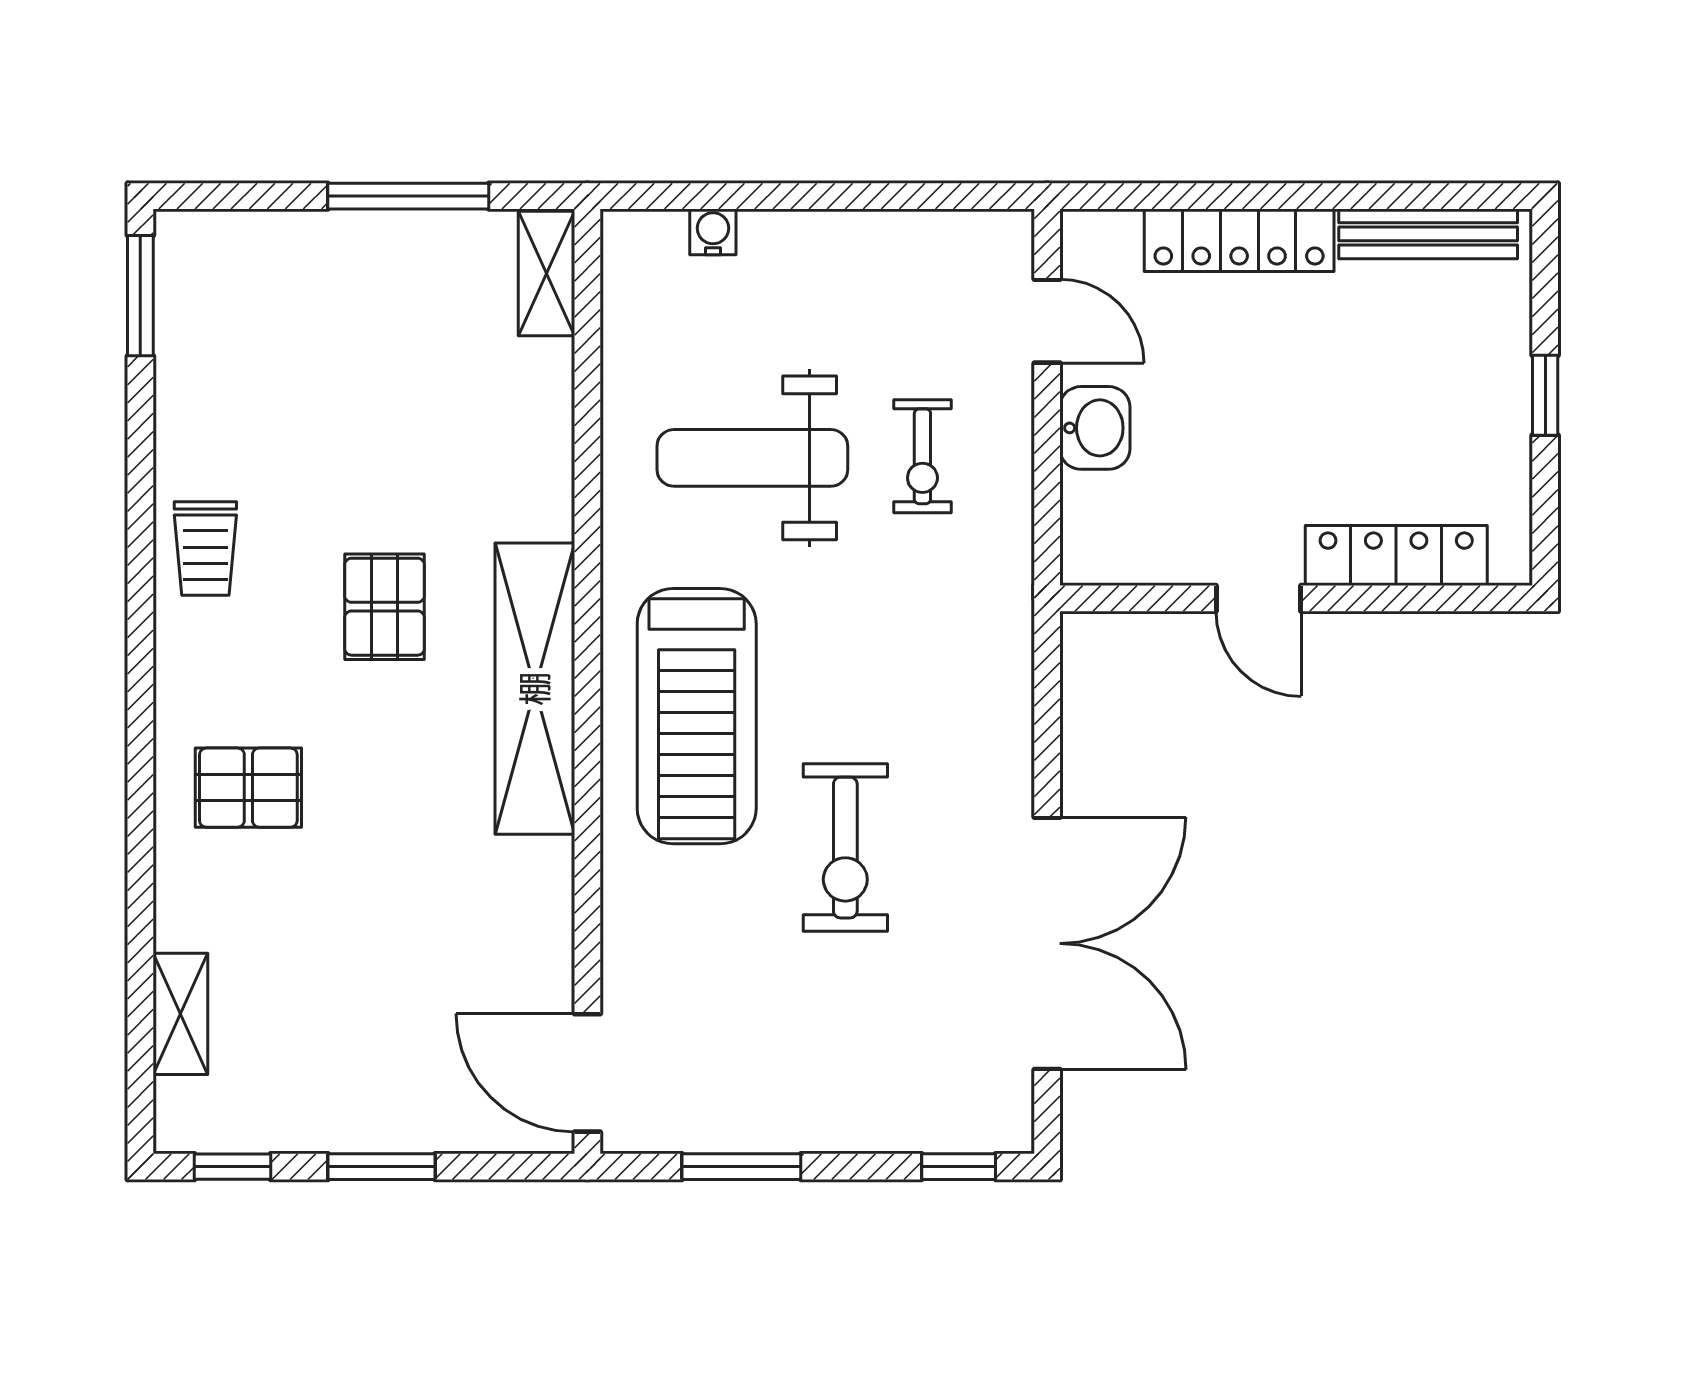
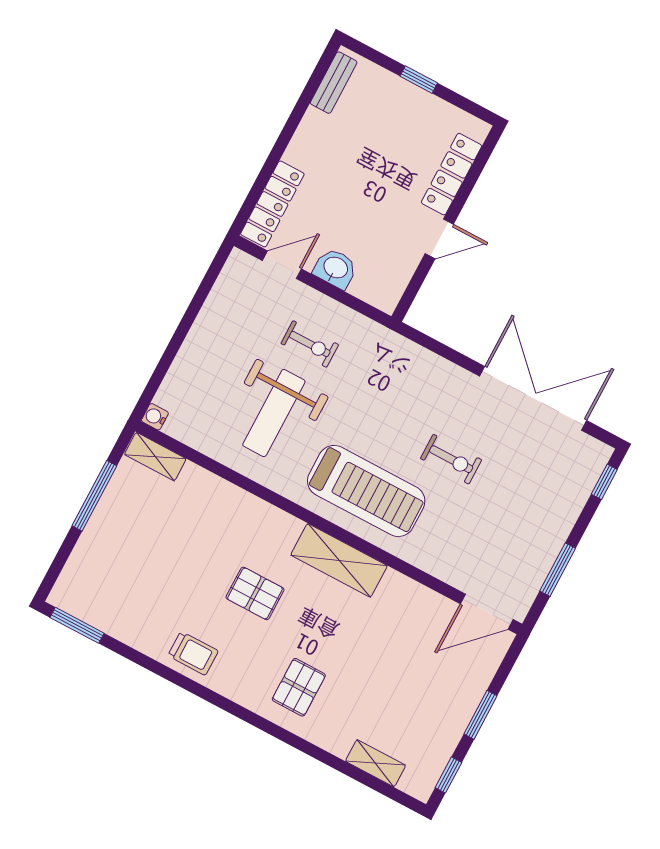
water cooler: (713, 232) -> (155, 417), moved
bench: (1428, 234) -> (334, 83), width x0.73
locker: (1239, 240) -> (272, 204), moved
shelving: (535, 689) -> (339, 560), width x0.68
exercise bike: (845, 848) -> (451, 459), width x0.73, depth x0.72

